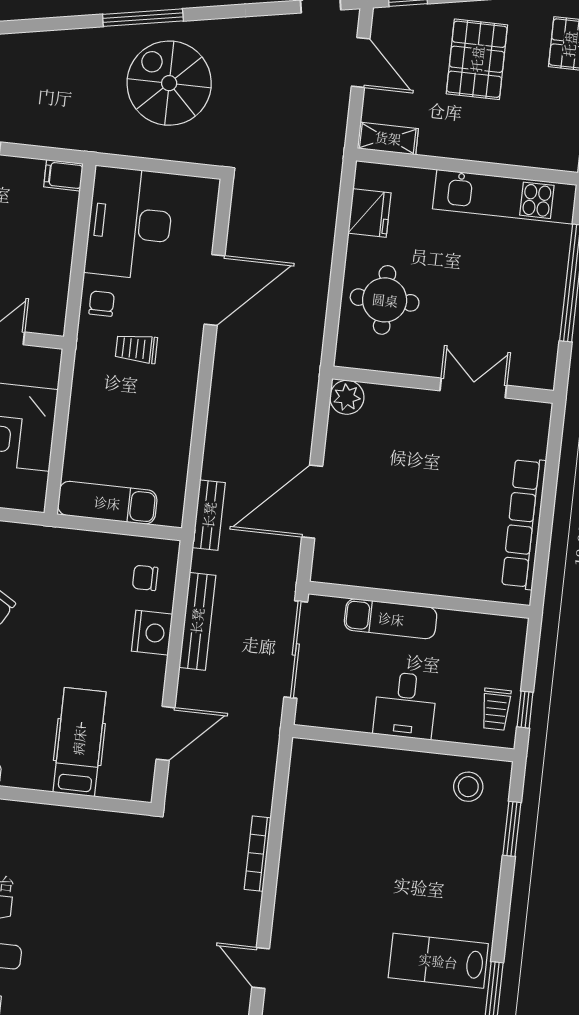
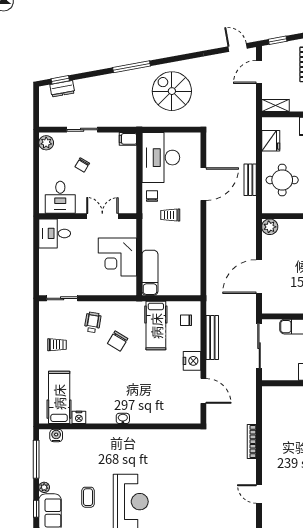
window: (143, 18) -> (131, 67), moved
door: (361, 62) -> (259, 72), swing flipped
exam couch: (107, 503) -> (150, 273), moved, turned 90
bench: (209, 515) -> (250, 180), moved
nightstand: (152, 633) -> (192, 361), moved
door: (166, 733) -> (203, 391), hinge flipped
hospital bed: (79, 742) -> (156, 326), moved, turned 180

